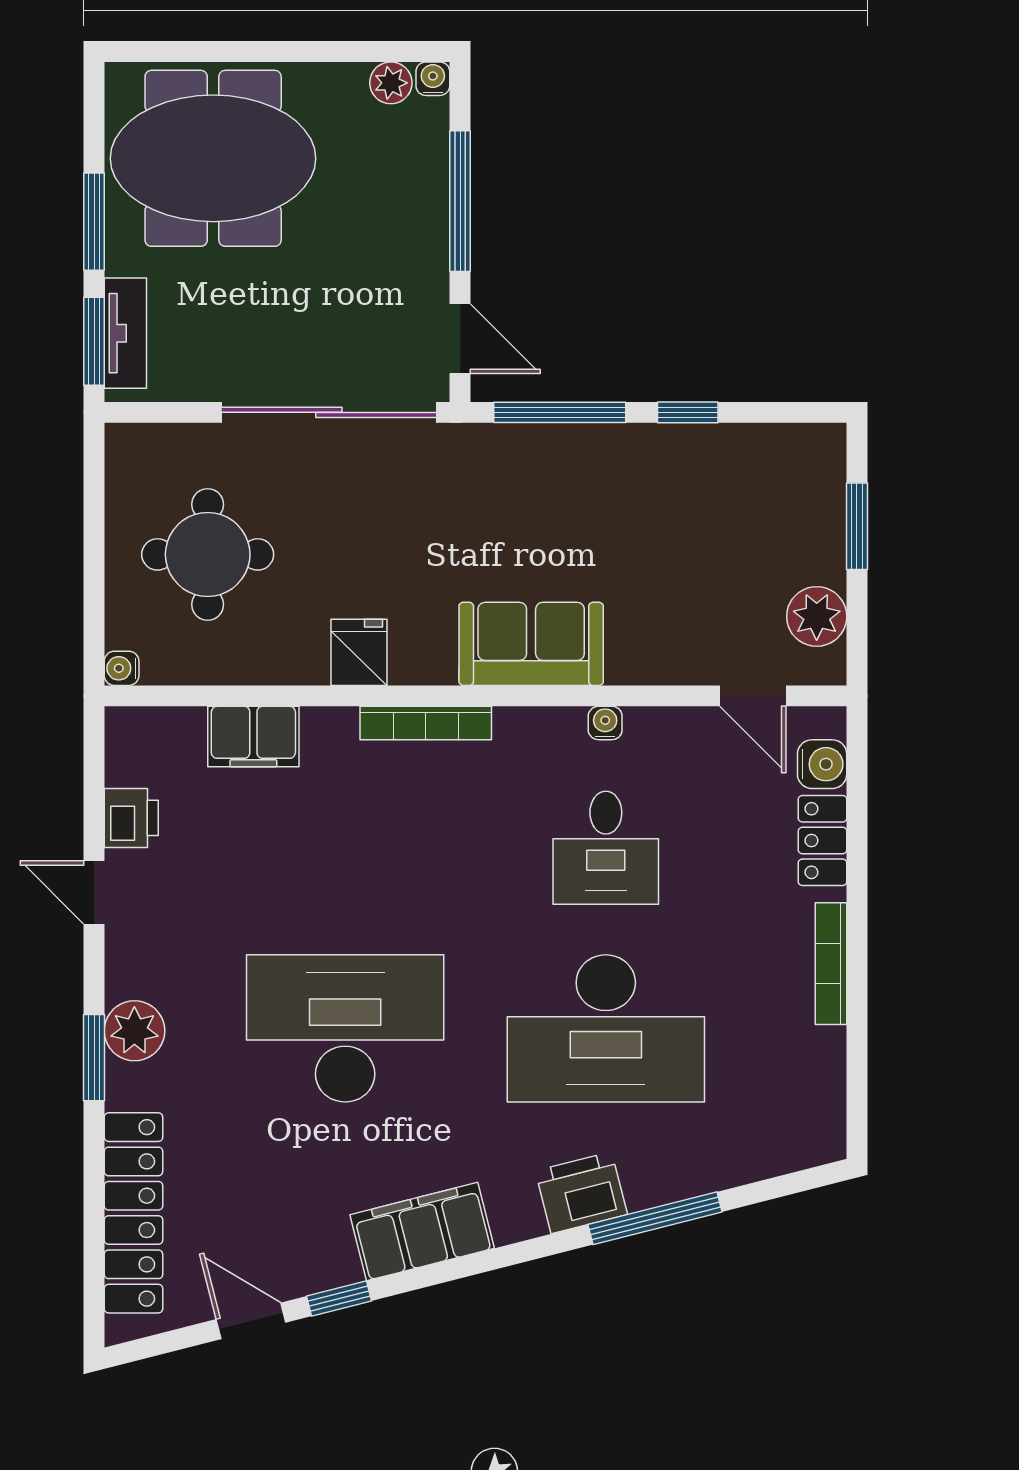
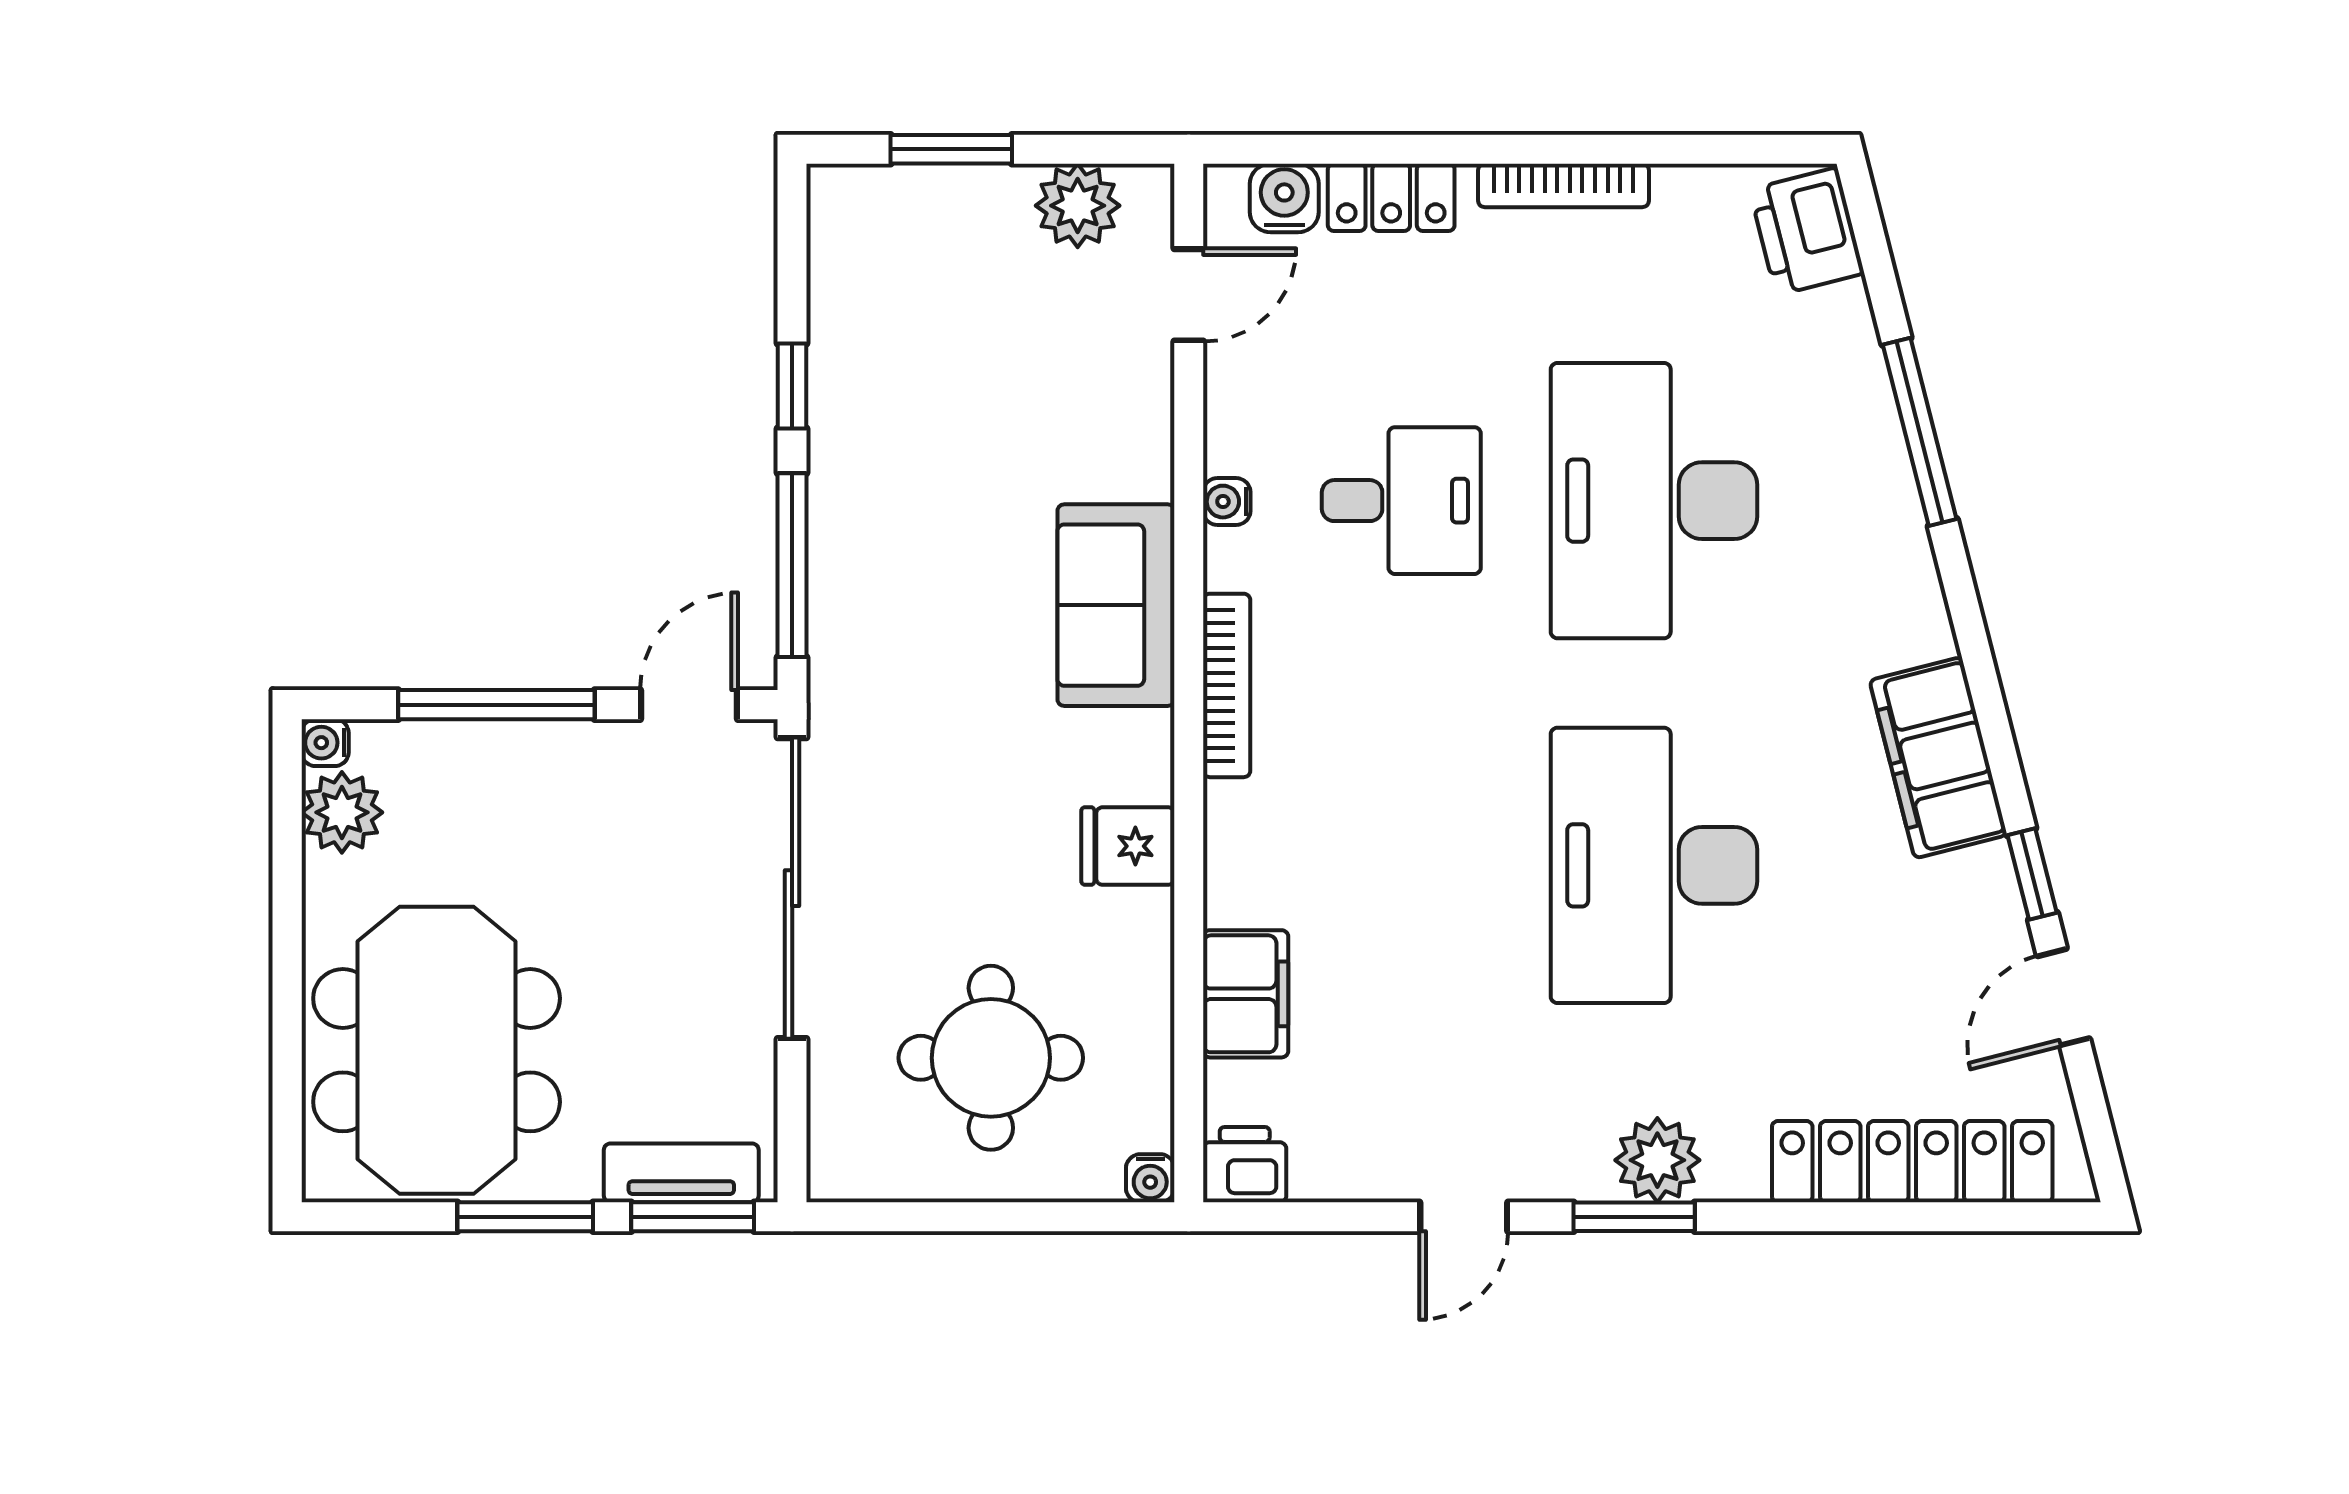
plant: (391, 83) -> (342, 812), width x1.38, depth x1.38
bookcase: (426, 723) -> (1227, 685), moved
printer: (131, 818) -> (1245, 1165), moved
desk: (606, 1028) -> (1654, 501), turned 180
window: (94, 1058) -> (1634, 1217), moved
printer: (581, 1193) -> (1807, 231), moved

